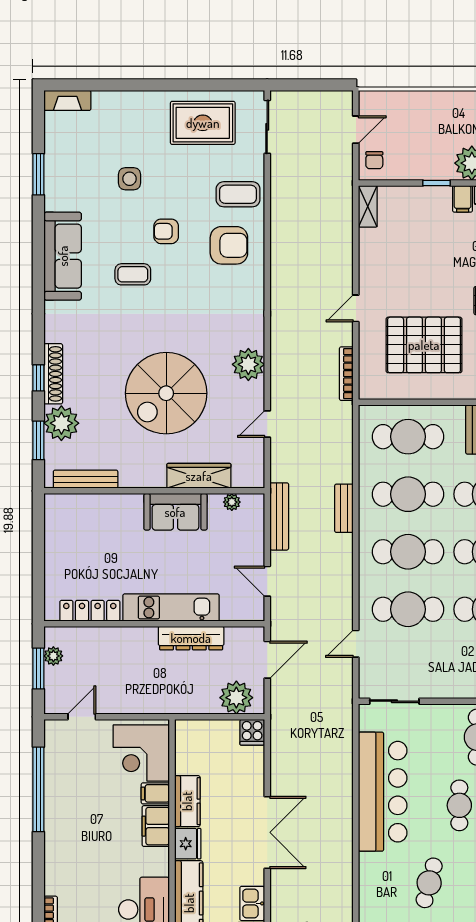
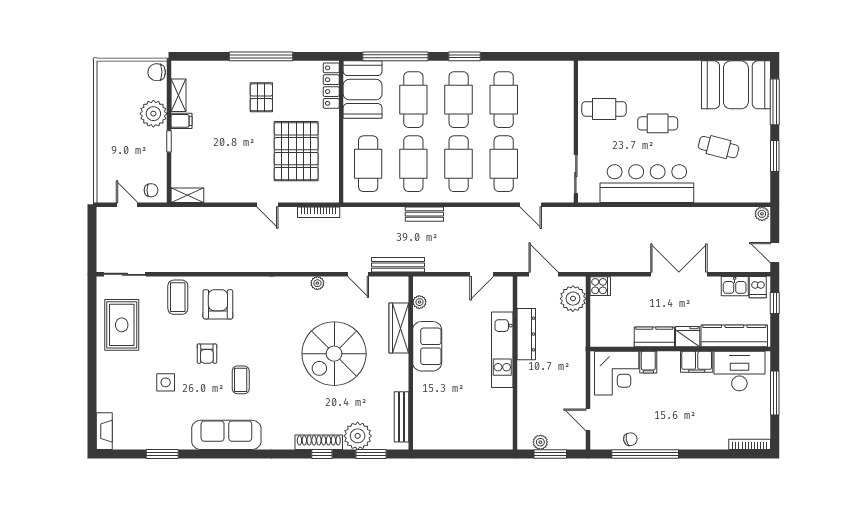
plant: (248, 364) -> (317, 283), width x0.53, depth x0.53
spiral stairs: (166, 393) -> (334, 354), turned 90
bench: (279, 516) -> (398, 265), moved
locker: (90, 611) -> (505, 414), removed
chair: (57, 771) -> (630, 439), added
filing cabinet: (156, 826) -> (697, 362), moved

